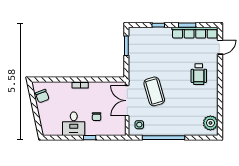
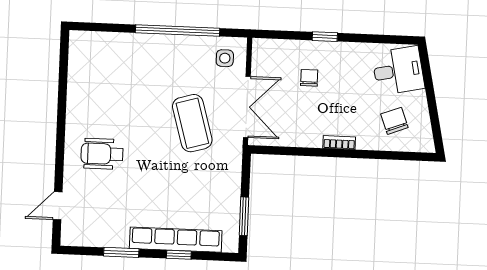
row of seats: (195, 33) -> (176, 240), moved
wheelchair: (199, 74) -> (102, 154), turned -90
chair: (42, 96) -> (394, 121), moved
plant: (210, 123) -> (83, 56), removed
desk: (74, 124) -> (398, 71), moved, turned 78

